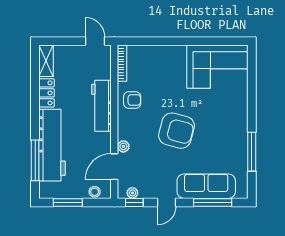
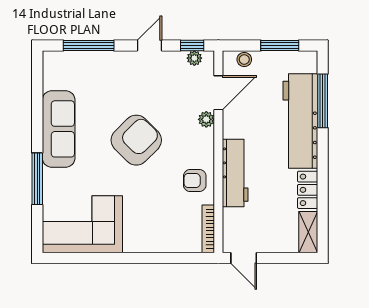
armchair: (177, 131) -> (136, 140), turned 120
window: (252, 152) -> (37, 179), moved
sofa: (206, 186) -> (59, 129), moved, turned -90

